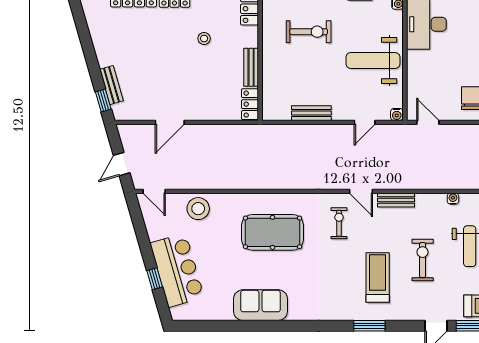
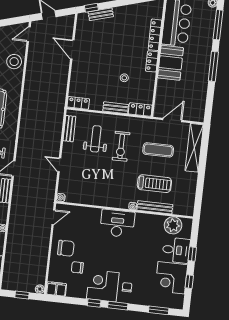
weight bench: (373, 60) -> (96, 139), moved, width x0.73, depth x0.75
bench: (251, 67) -> (116, 108), moved
bench: (311, 113) -> (69, 129), moved
door: (365, 122) -> (59, 165), moved

